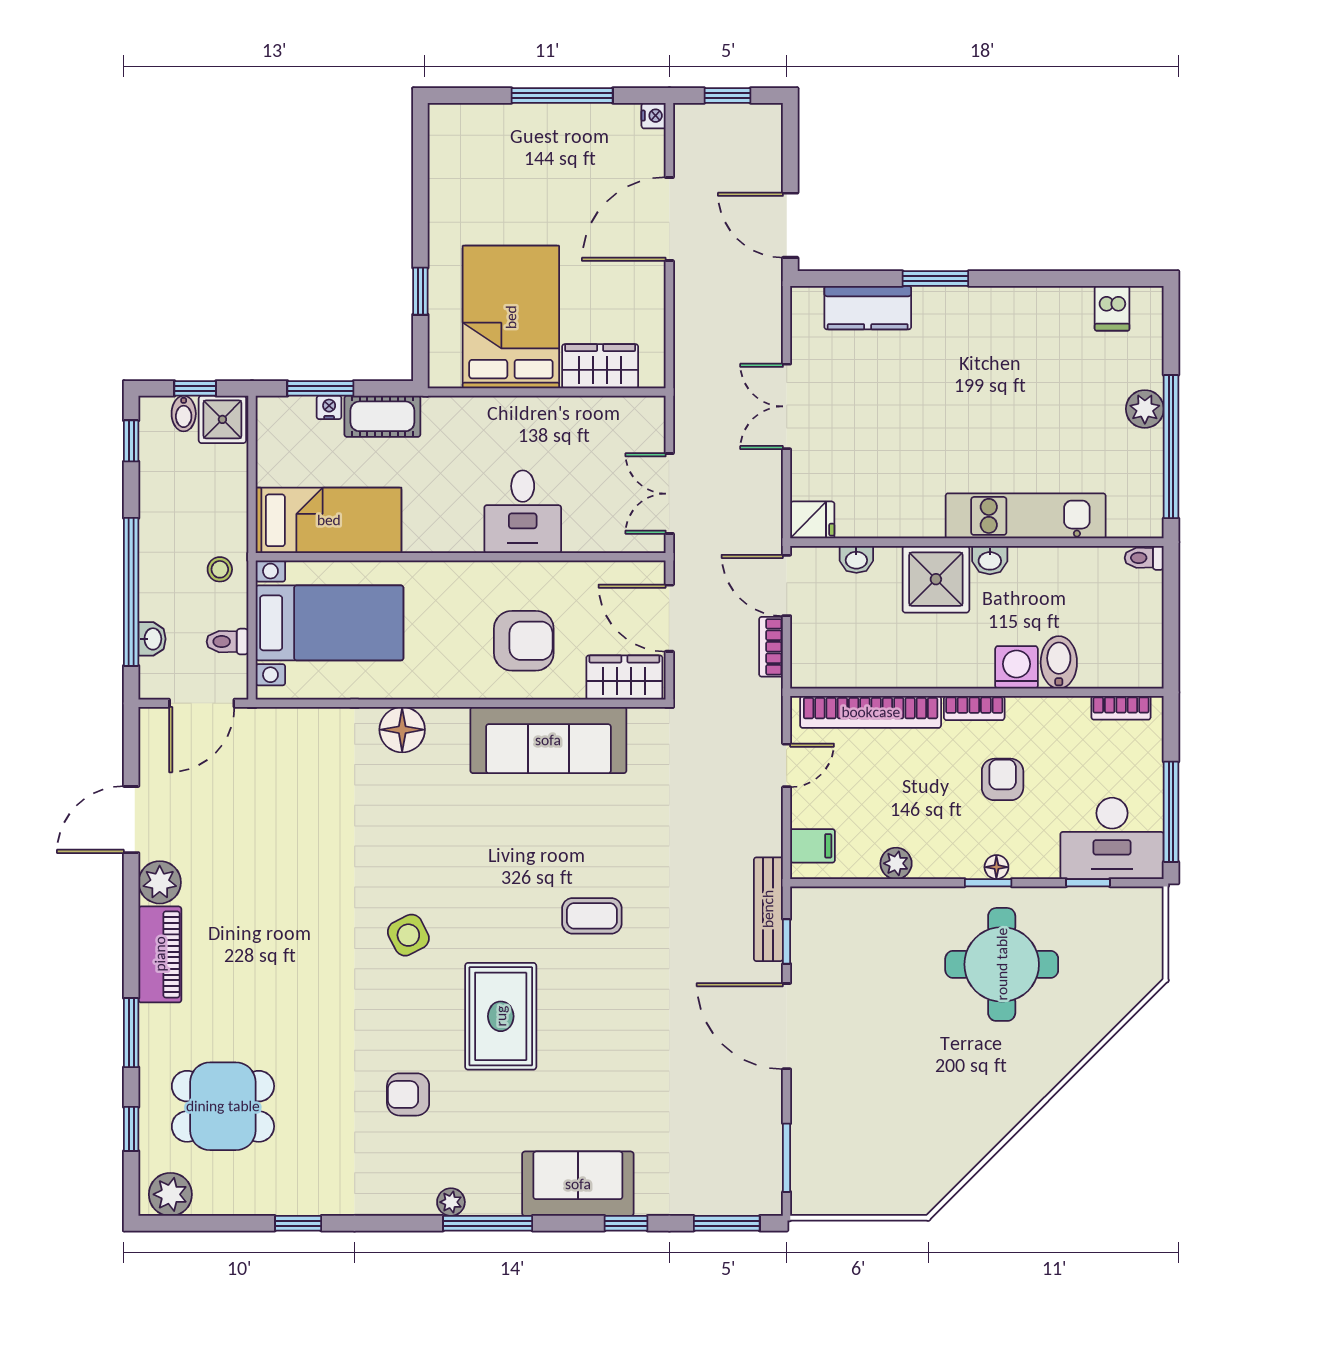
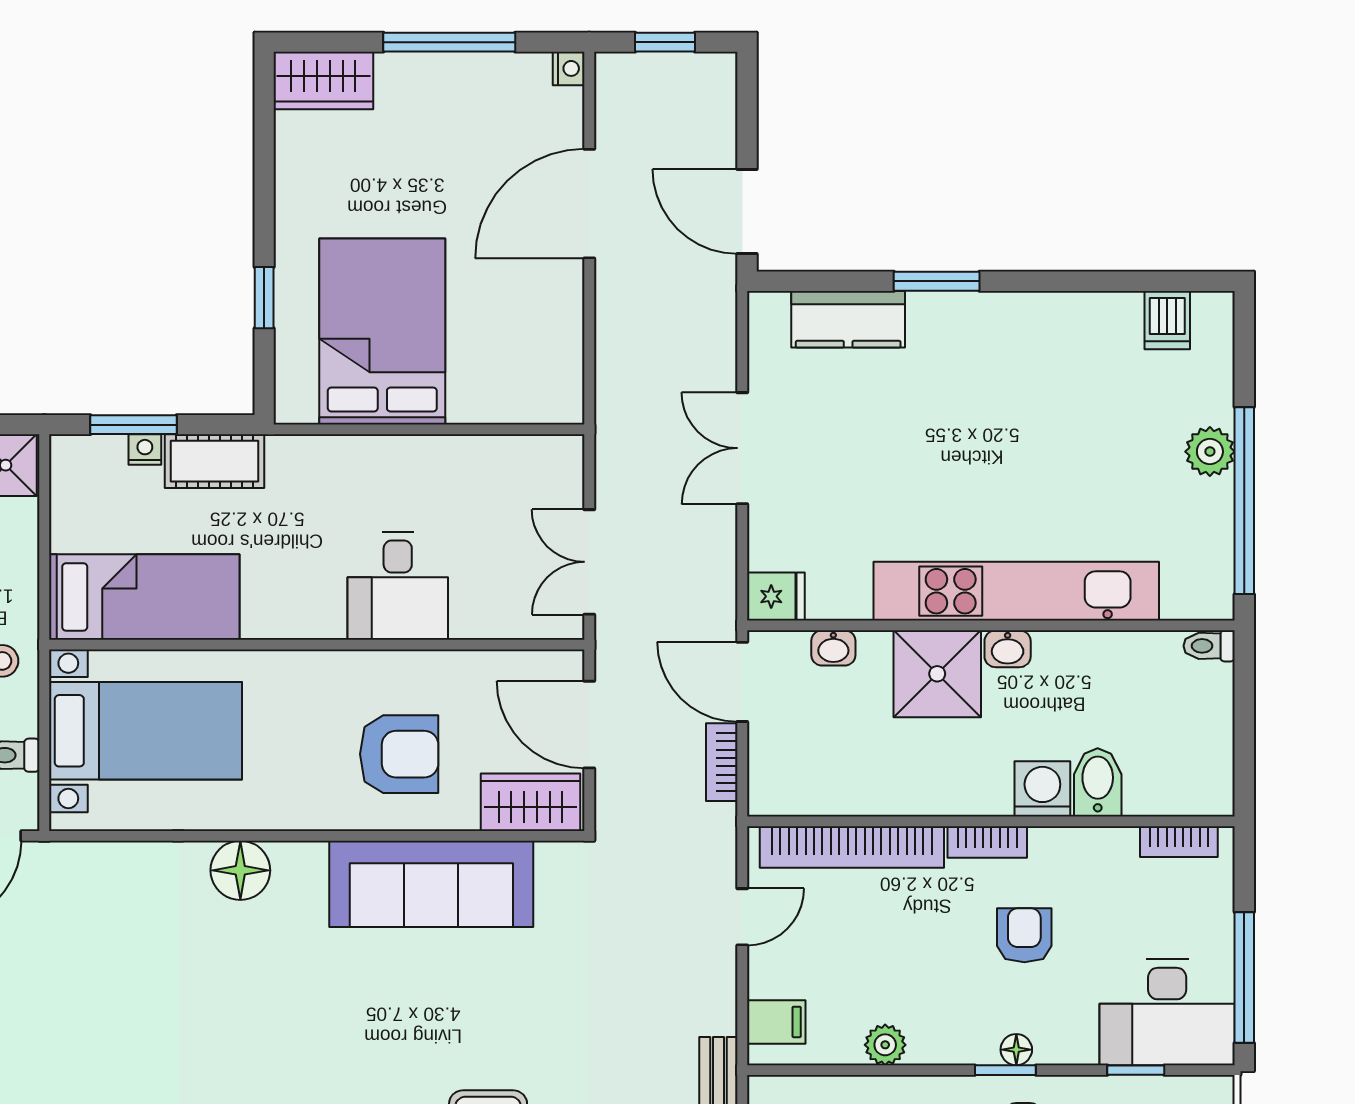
wardrobe: (600, 366) -> (323, 81), moved, turned 180
kitchen unit: (1026, 516) -> (1016, 591), width x1.36

